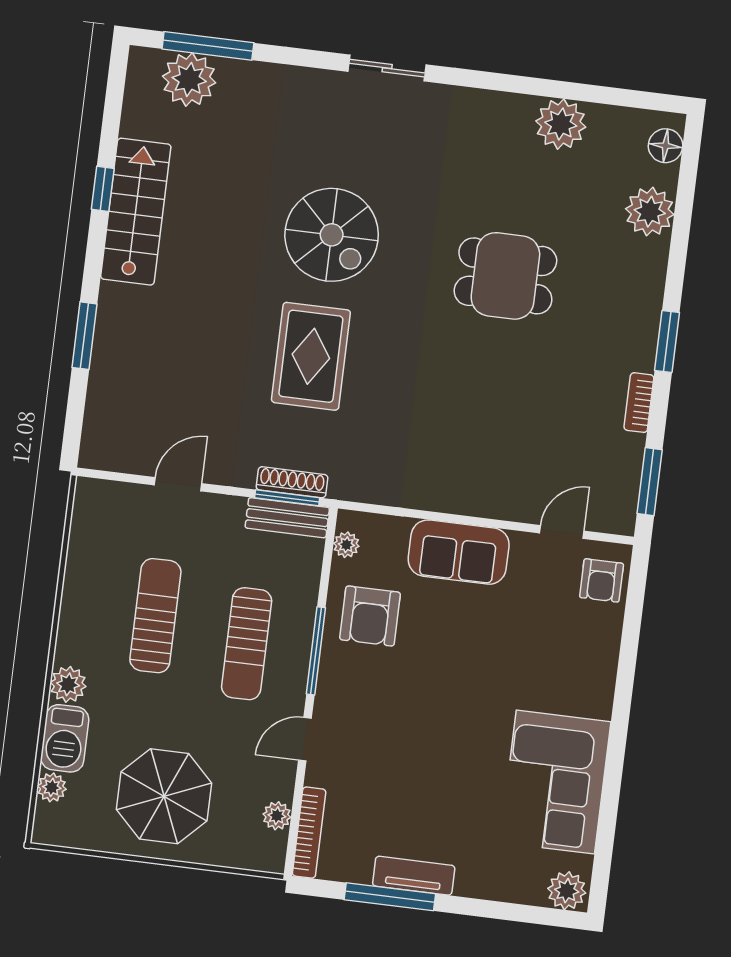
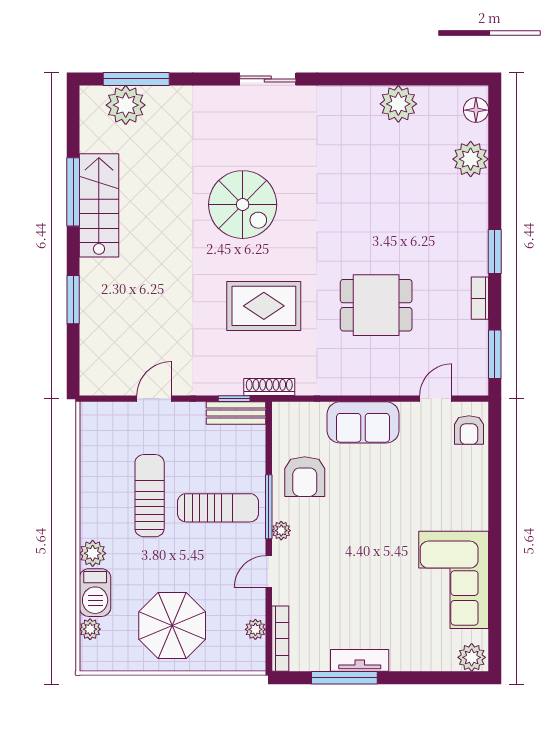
window: (103, 189) -> (73, 192), width x2.17
dining table: (505, 276) -> (376, 305), moved
rug: (311, 356) -> (264, 306), moved, turned 90
shoe rack: (292, 482) -> (269, 387), moved
window: (287, 498) -> (234, 399), width x0.67
plant: (346, 545) -> (281, 531), moved
sun lounger: (247, 644) -> (218, 508), turned -90

